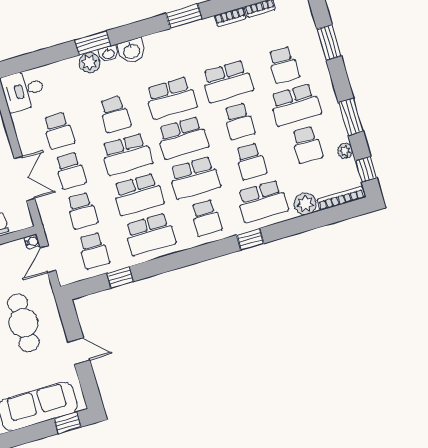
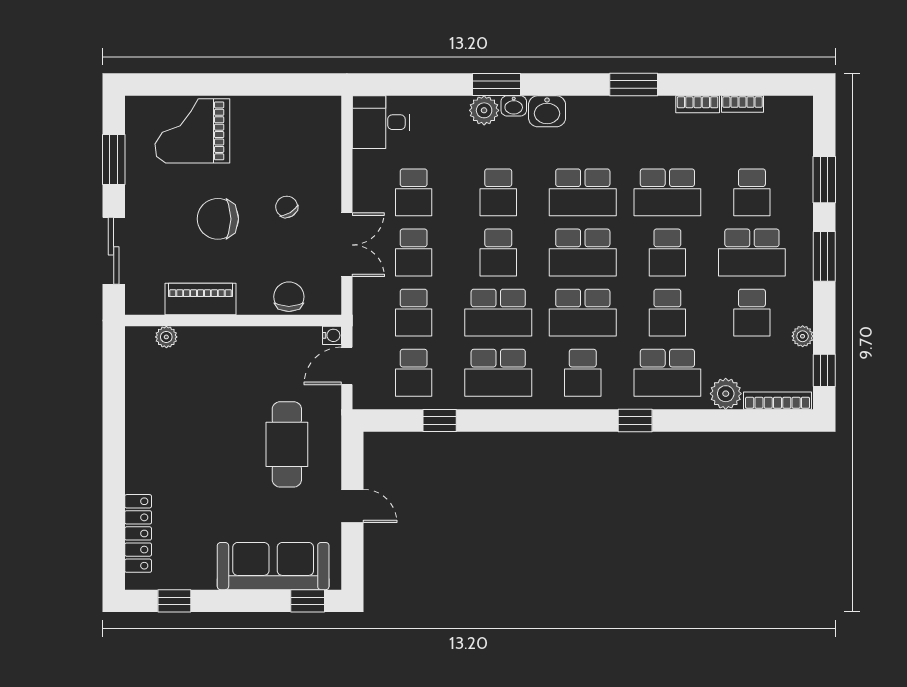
window: (351, 117) -> (824, 256), moved
school desk: (127, 154) -> (498, 252), width x0.54

